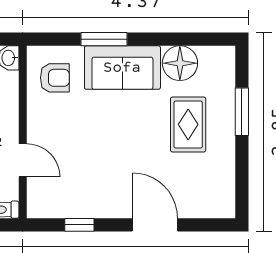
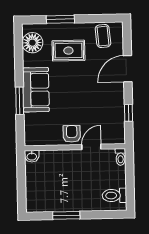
floor lamp: (180, 63) -> (32, 43), moved
armchair: (55, 78) -> (72, 134), moved
coffee table: (212, 184) -> (103, 36), added

